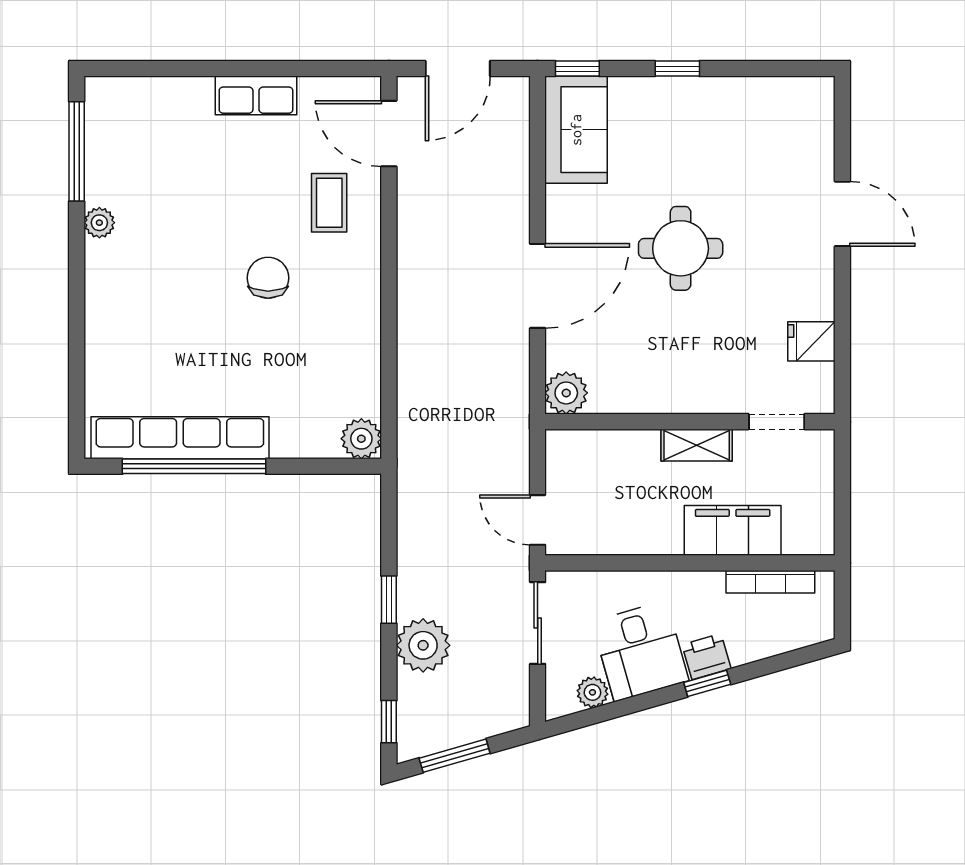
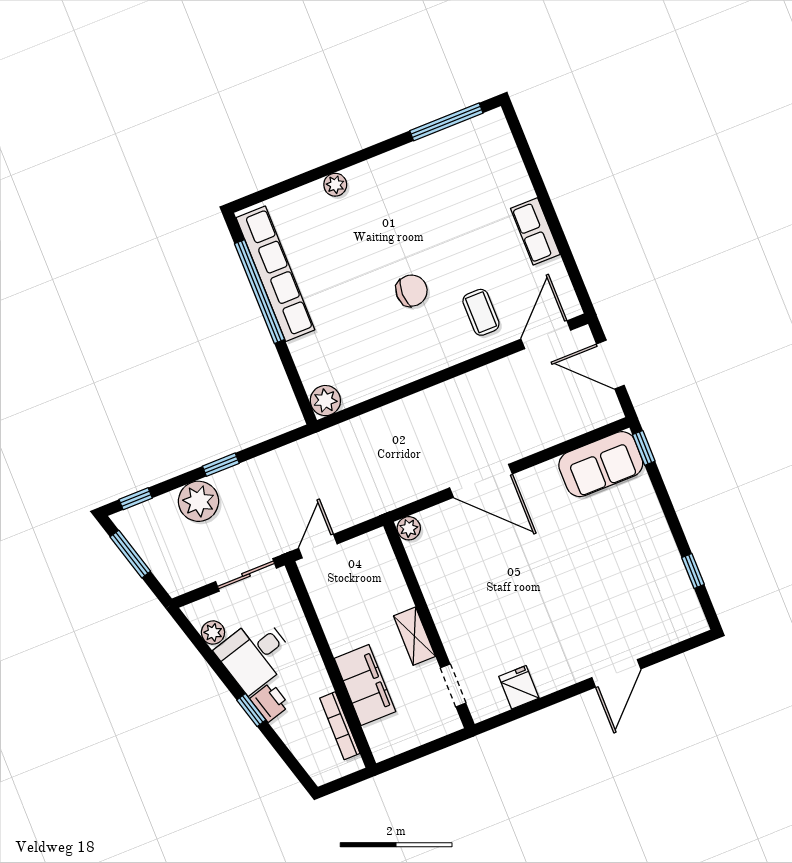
window: (677, 69) -> (693, 571), moved
coffee table: (329, 203) -> (481, 312), turned 90
plant: (99, 223) -> (335, 185), moved
round table: (681, 248) -> (547, 570), removed
plant: (566, 393) -> (409, 528), width x0.73, depth x0.73

